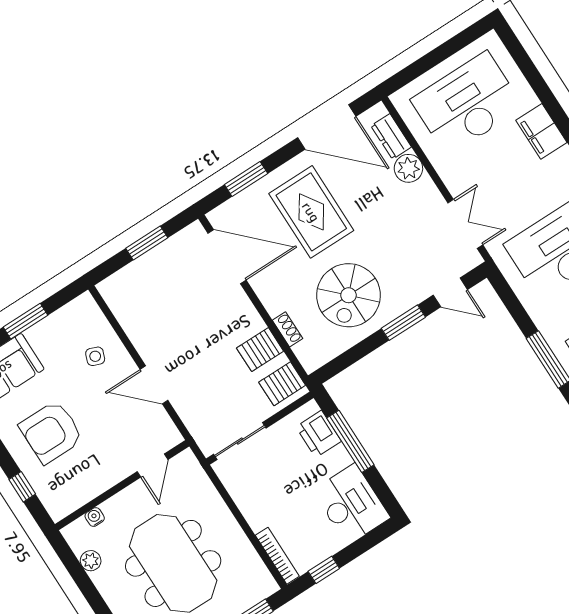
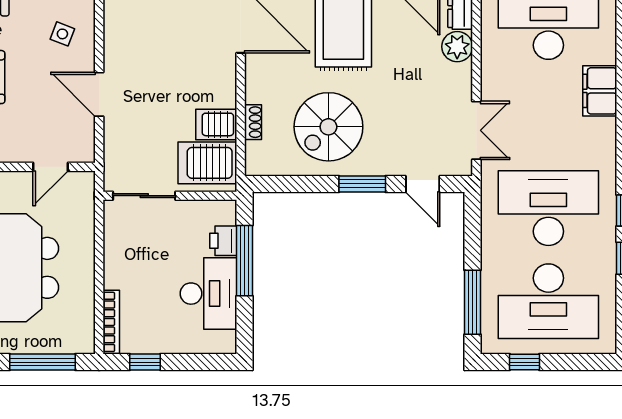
server rack: (282, 384) -> (207, 163), width x1.36, depth x1.44
printer: (319, 434) -> (223, 241), width x0.73, depth x0.81
desk: (351, 504) -> (208, 294), moved

